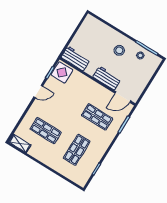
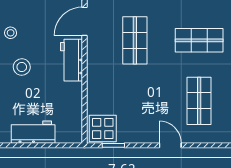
workbench: (76, 58) -> (33, 132), moved, turned 90
door: (38, 91) -> (170, 145), moved
door: (123, 97) -> (84, 21), swing flipped

